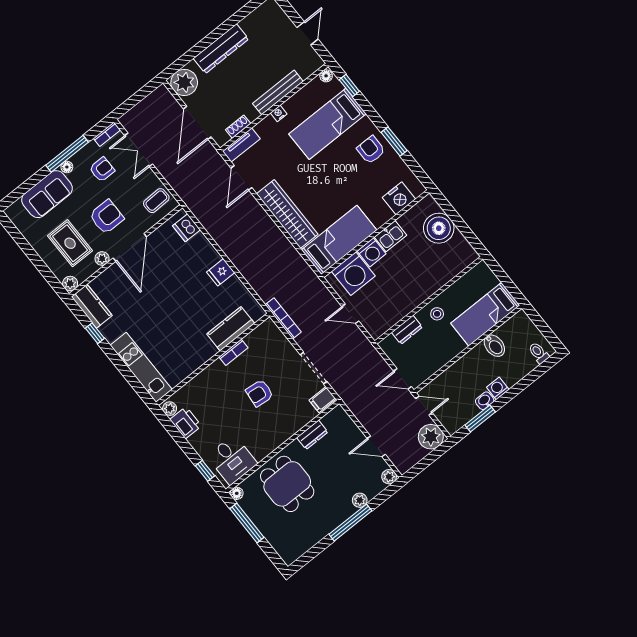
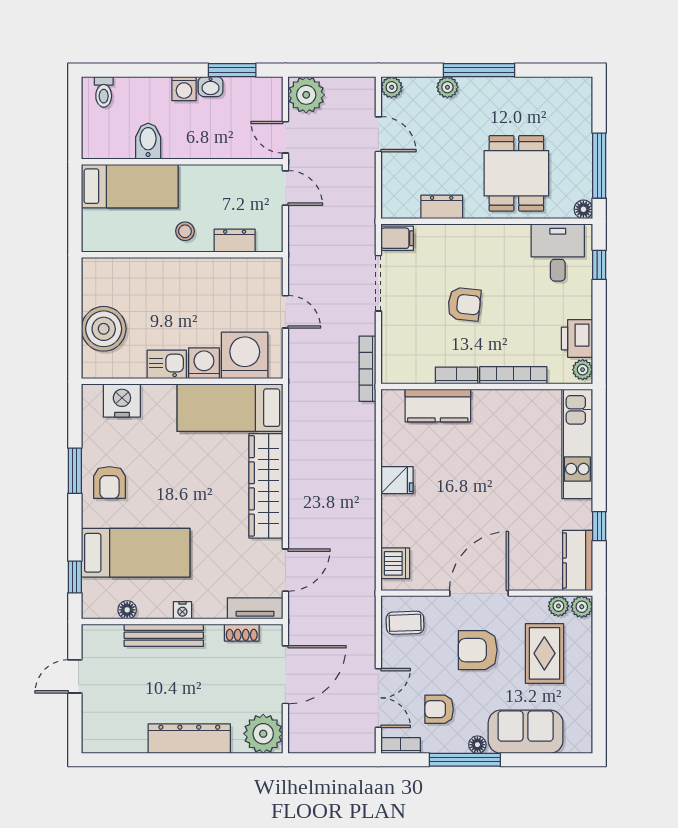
floor lamp: (326, 76) -> (127, 610), moved
plant: (102, 259) -> (558, 606), moved
bookcase: (204, 376) -> (513, 375), added

